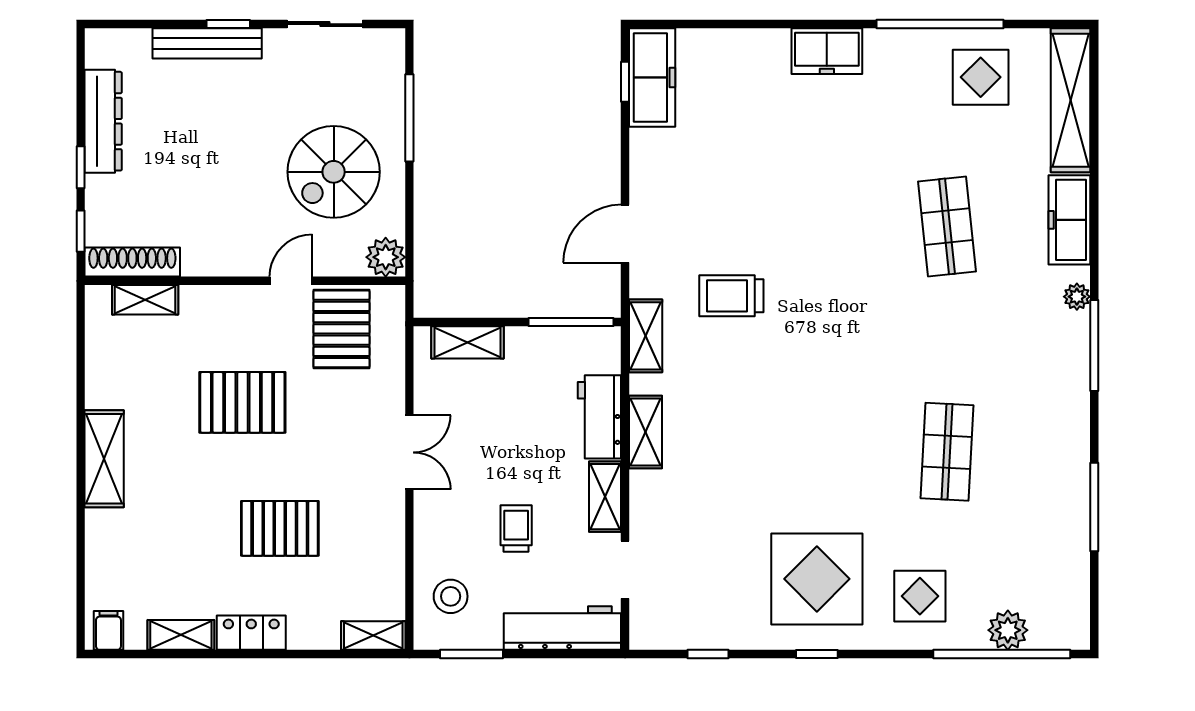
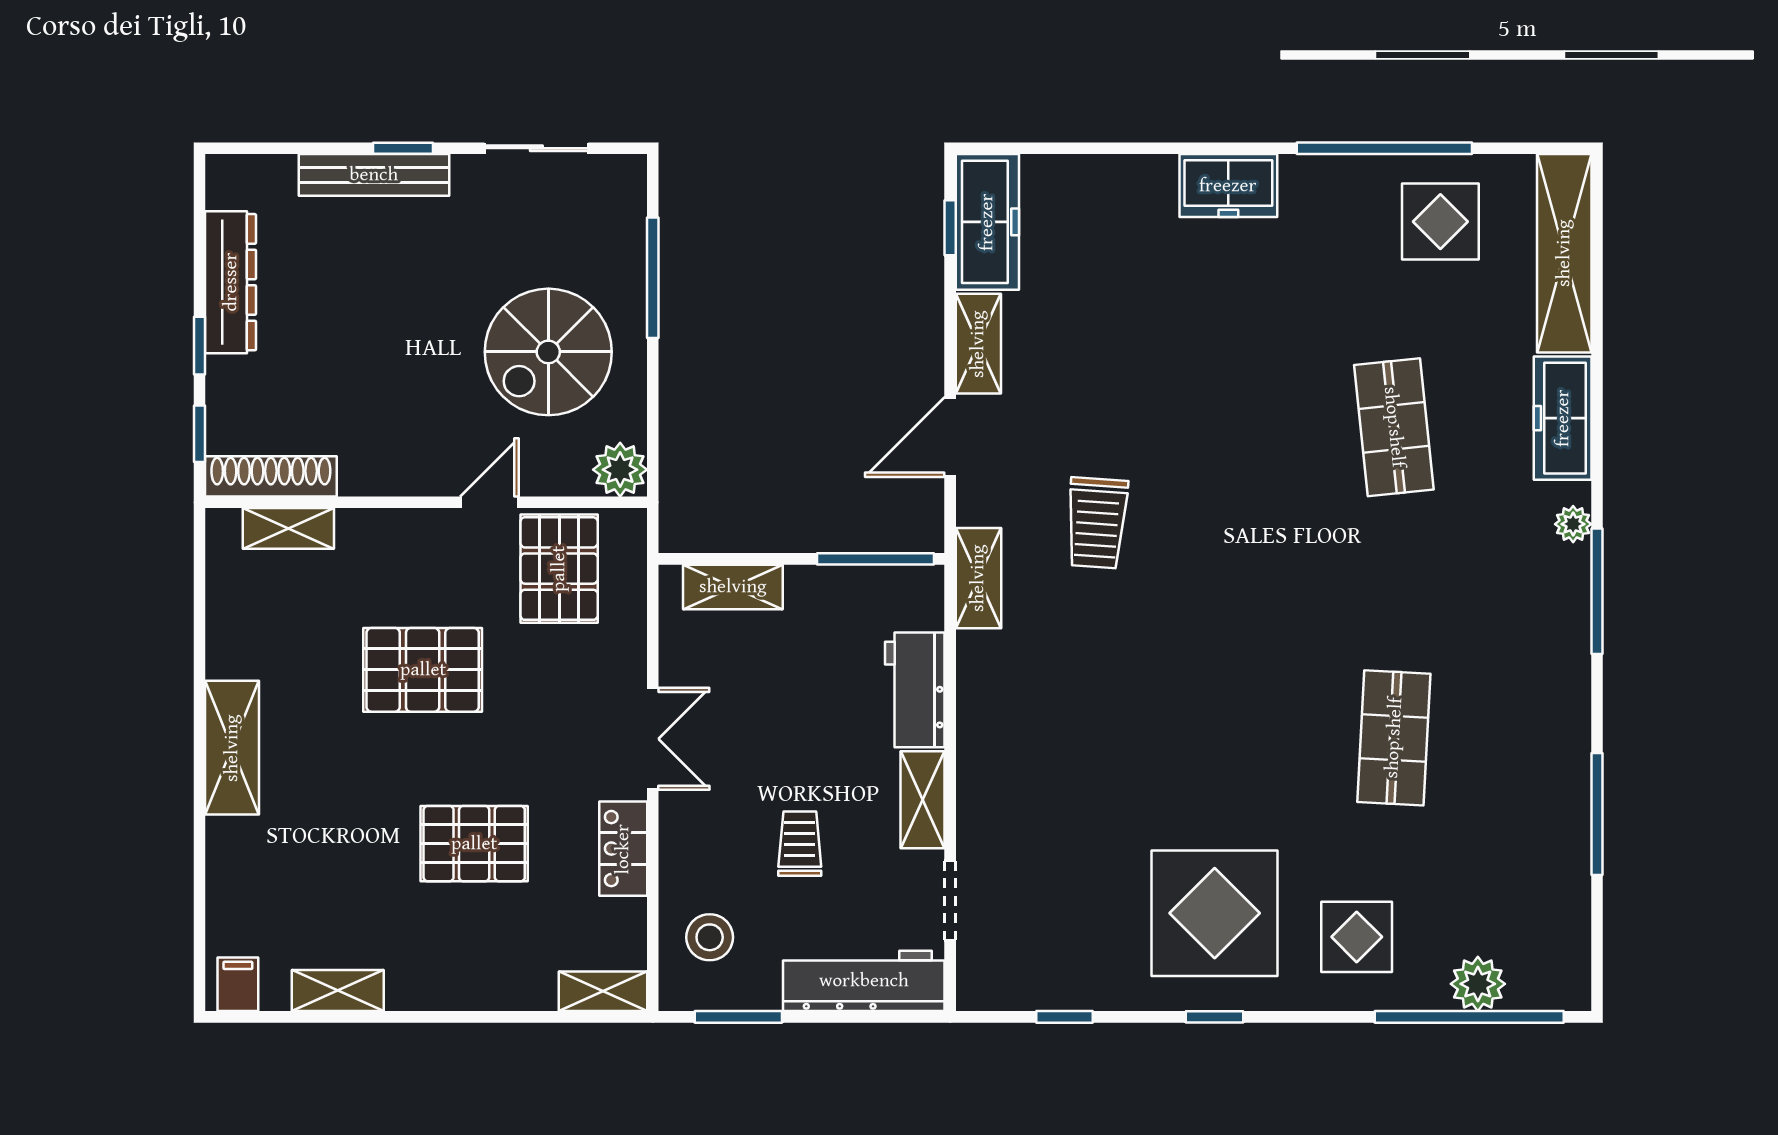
trolley: (731, 296) -> (1097, 523), turned -86
shelving: (646, 432) -> (978, 344), moved
locker: (251, 633) -> (623, 849), moved, turned -90

